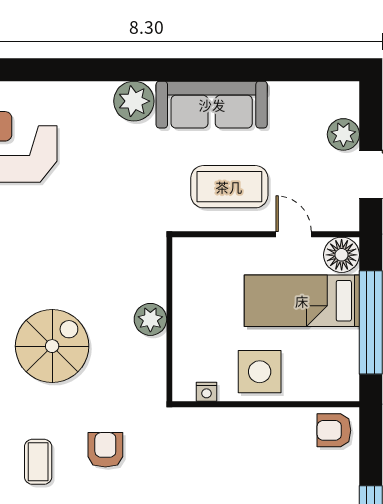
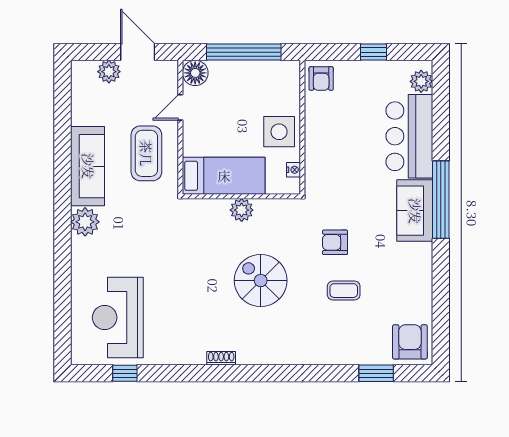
bed: (302, 301) -> (224, 176), moved, turned -90

